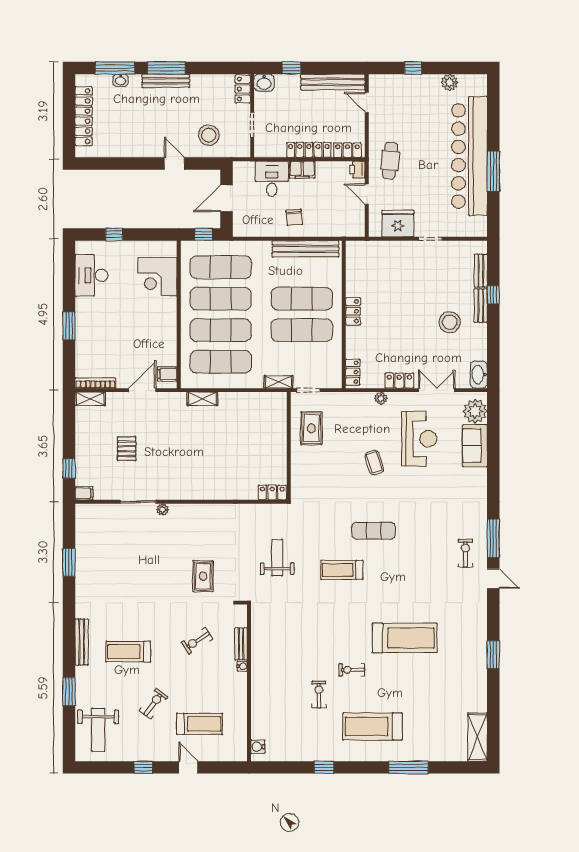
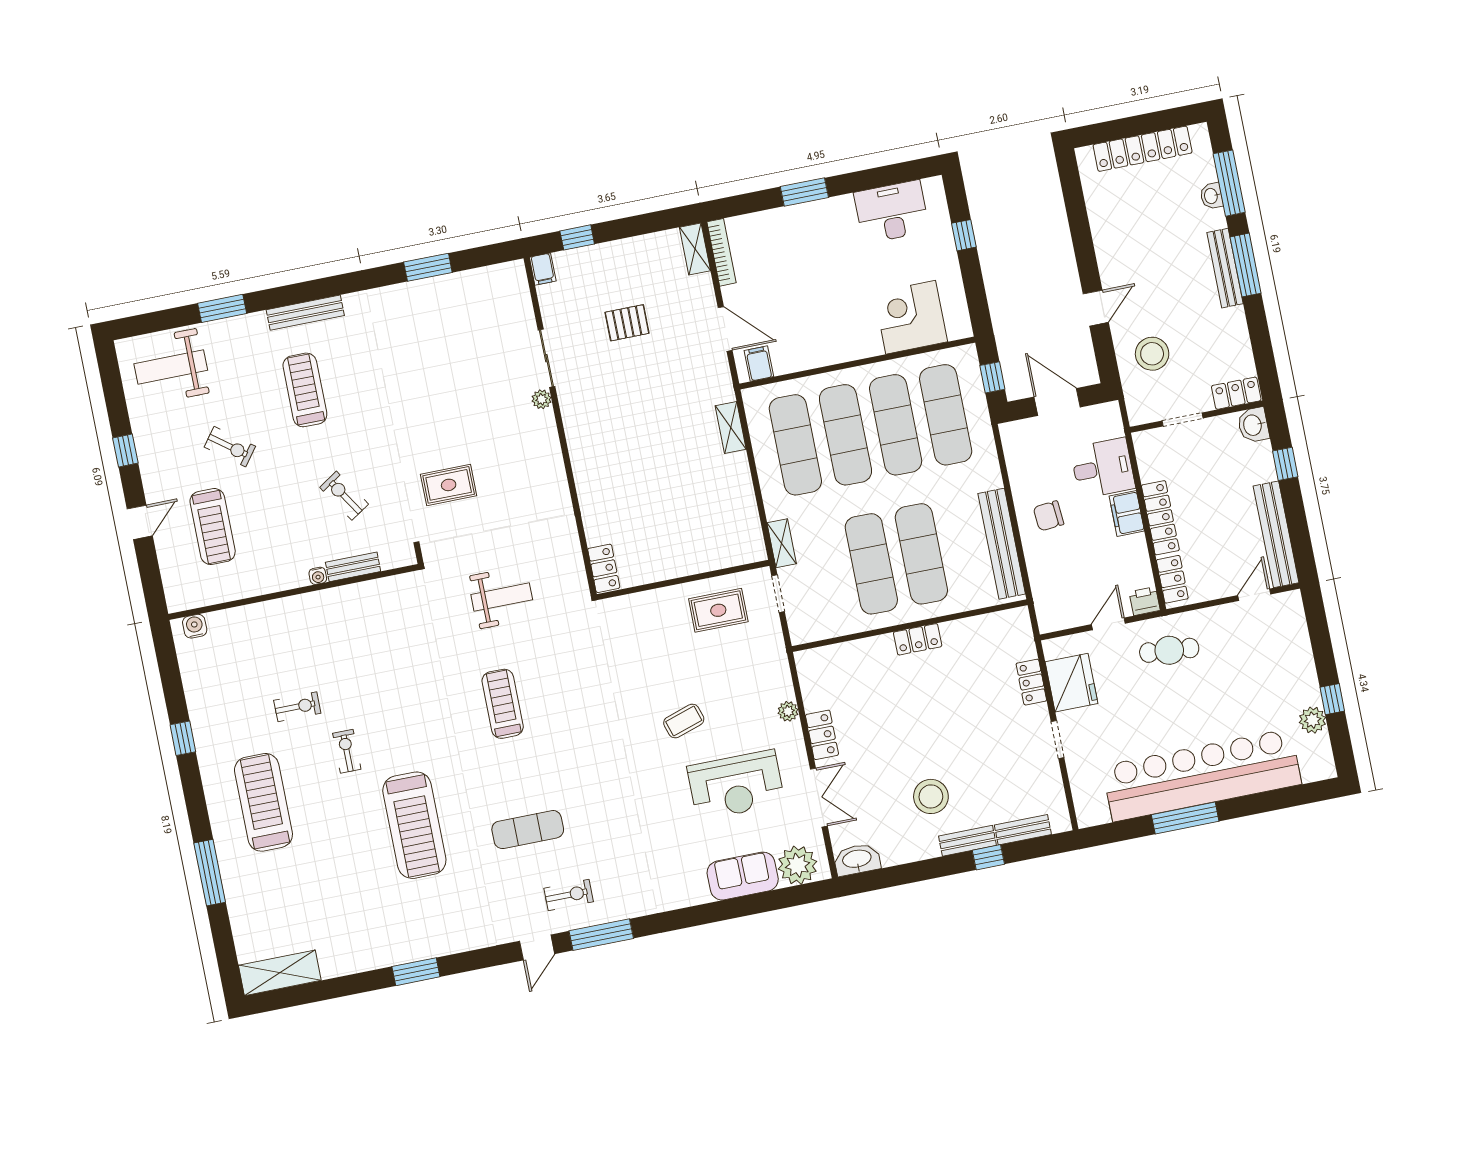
window: (413, 68) -> (1332, 699), moved
locker: (353, 372) -> (1031, 682), moved, turned 90
exercise mat: (374, 531) -> (528, 830), moved, turned 90

